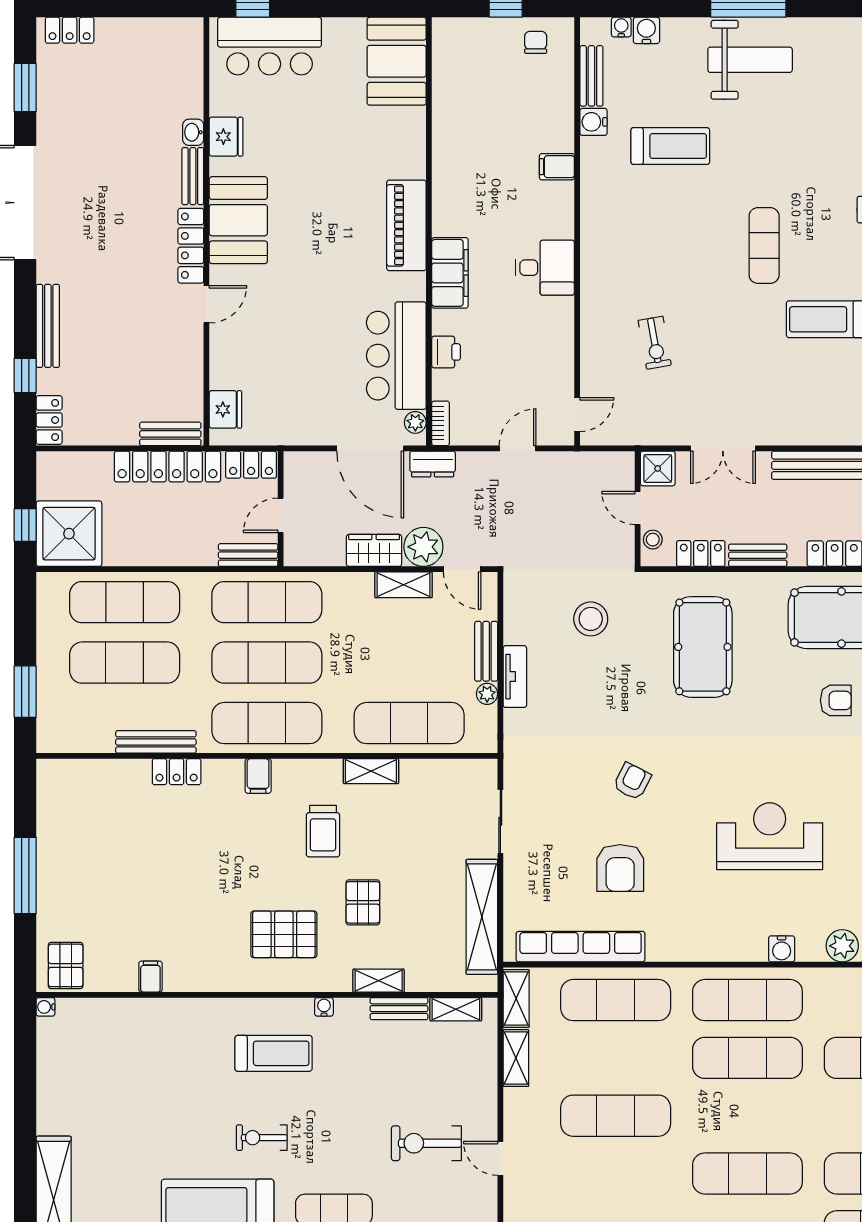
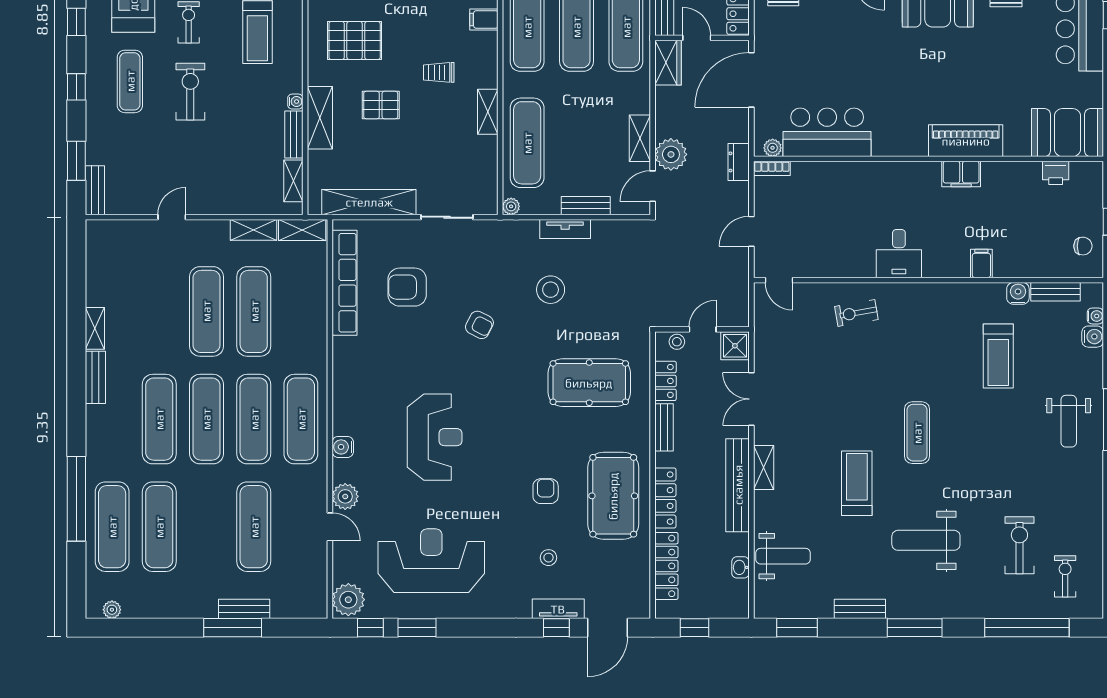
weight bench: (750, 60) -> (1069, 421), width x0.73, depth x0.75
piano: (406, 225) -> (966, 141), moved
exercise mat: (764, 246) -> (917, 433), turned 90
filing cabinet: (450, 273) -> (961, 174), moved, width x0.67, depth x0.86
exercise bike: (655, 343) -> (856, 313), moved
printer: (446, 352) -> (1056, 173), moved
shelving: (807, 433) -> (764, 467), added
door: (370, 448) -> (751, 80), moved
door: (518, 448) -> (751, 231), swing flipped
wardrobe: (374, 550) -> (668, 63), moved
stool: (591, 619) -> (551, 290), moved
plant: (487, 694) -> (511, 206), moved
armchair: (836, 700) -> (546, 491), turned 180
trolley: (323, 831) -> (439, 72), width x0.73, depth x0.72
armchair: (620, 868) -> (407, 287), moved
pallet: (284, 934) -> (355, 41), turned 90
shelving: (379, 981) -> (320, 118), width x1.50, depth x1.33
exercise mat: (616, 1000) -> (254, 311), moved
water cooler: (324, 1007) -> (295, 102), moved
exercise mat: (747, 1116) -> (206, 419), added
exercise bike: (426, 1143) -> (190, 92), moved

